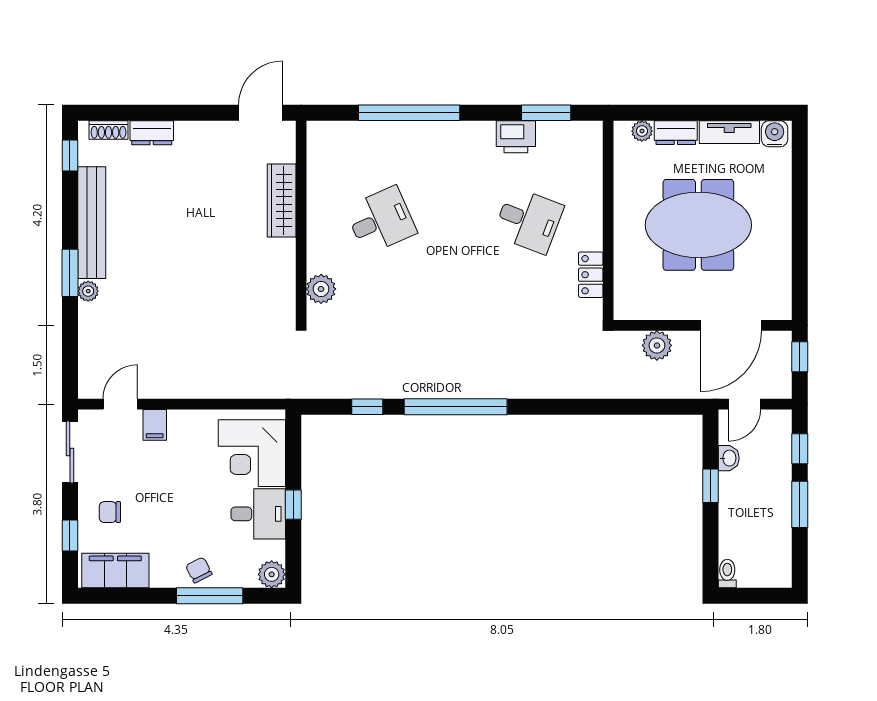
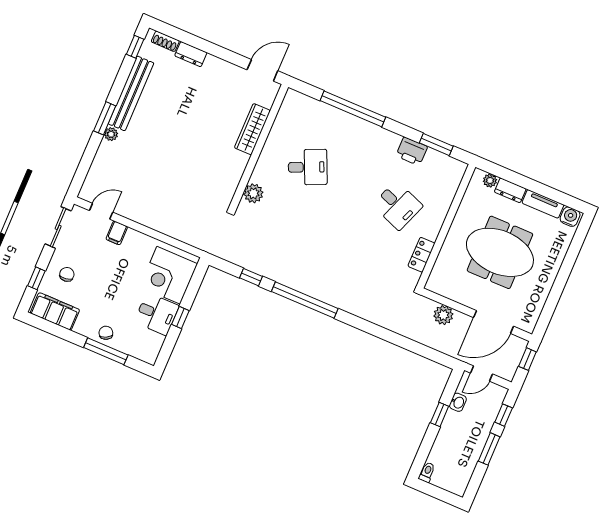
chair: (110, 512) -> (67, 274), turned 82
plant: (272, 574) -> (149, 354), removed

